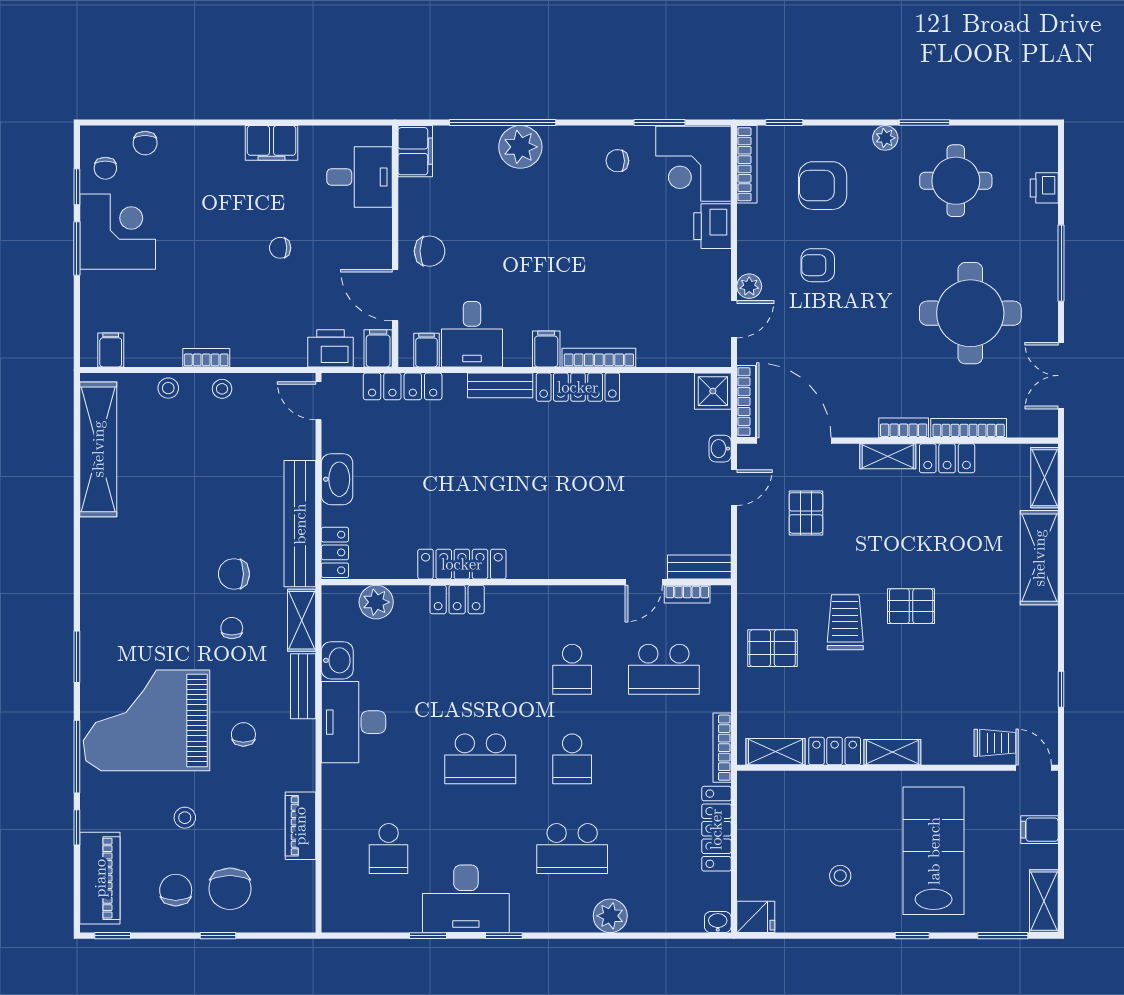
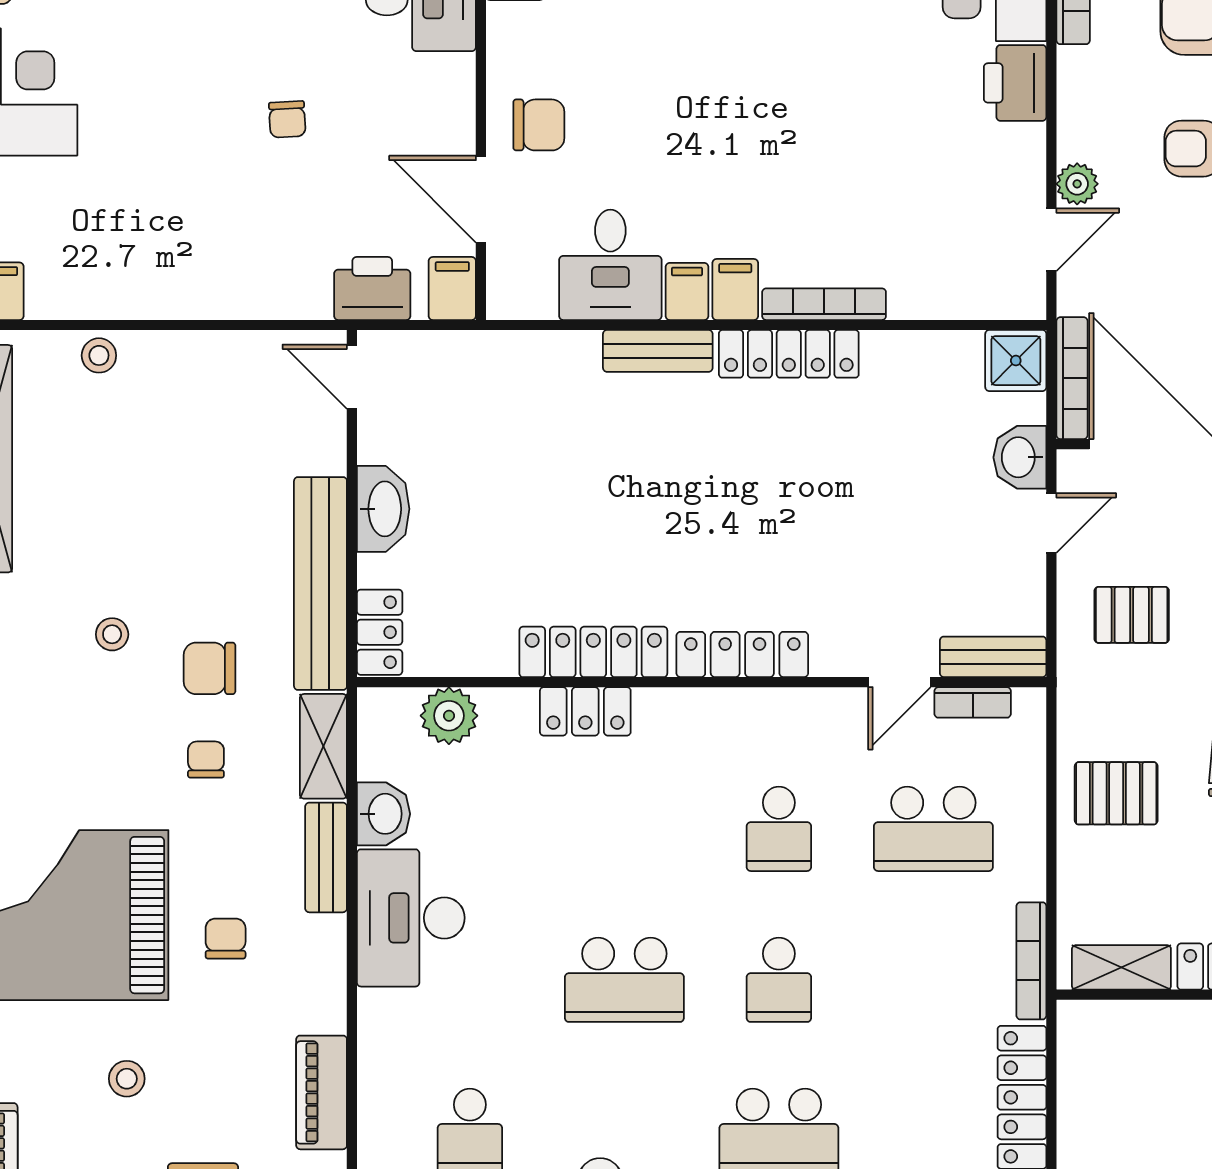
chair: (280, 248) -> (287, 119), turned -93
filing cabinet: (427, 350) -> (687, 291), moved
bookcase: (206, 358) -> (163, 304), removed
locker: (403, 386) -> (742, 654), moved, turned 180
stool: (222, 389) -> (112, 634), moved
washbasin: (720, 449) -> (1020, 457), width x1.38, depth x1.45
pallet: (806, 513) -> (1132, 615), moved, turned 90

